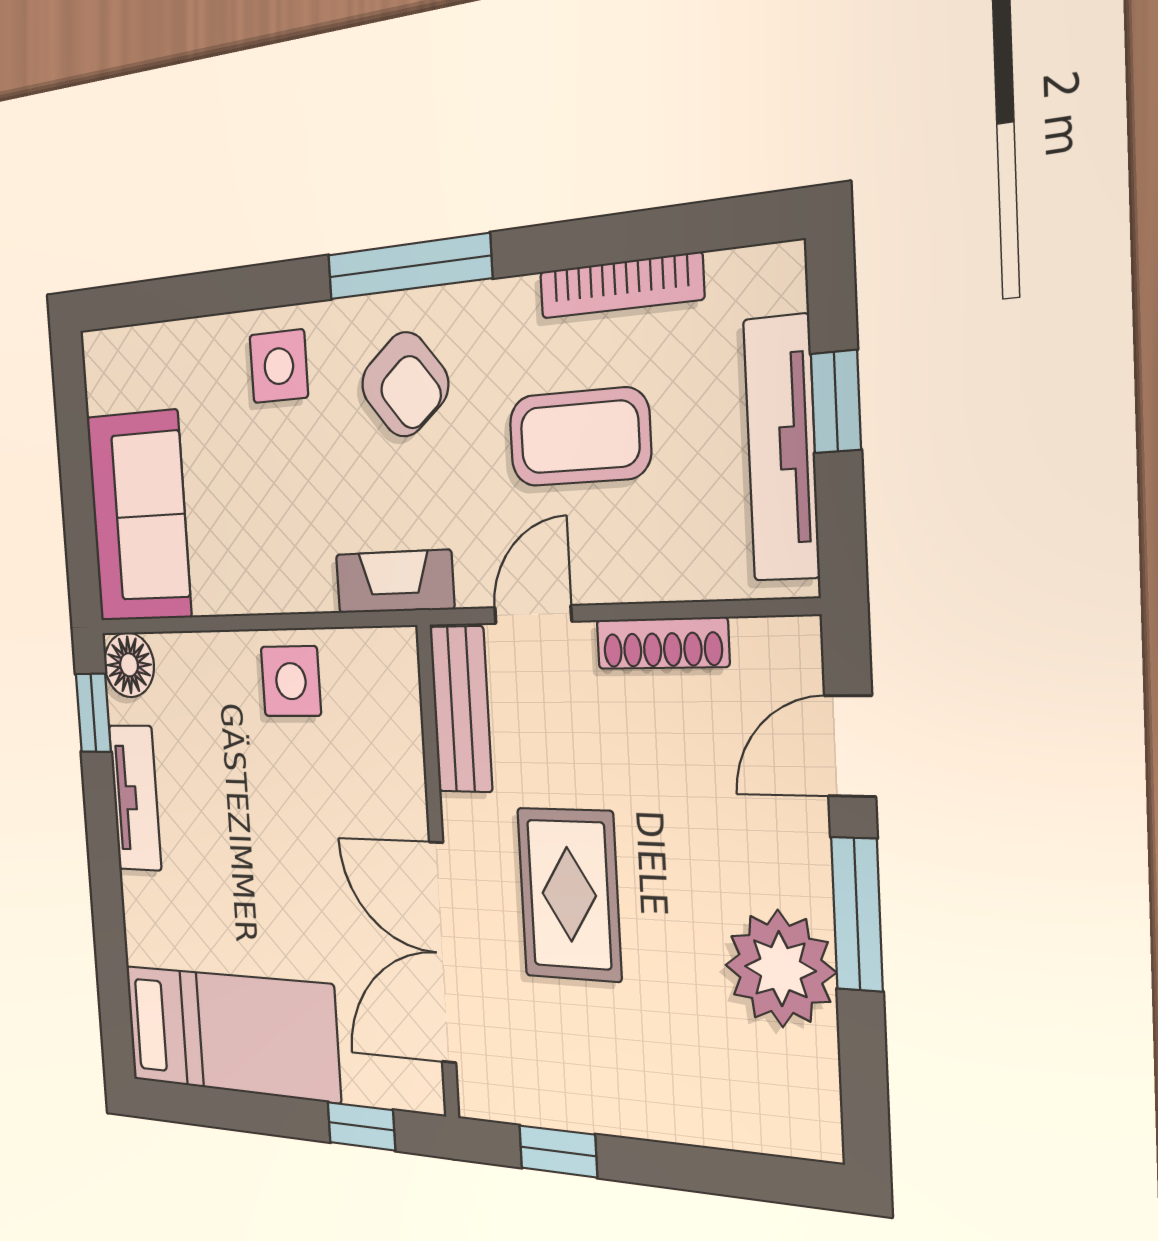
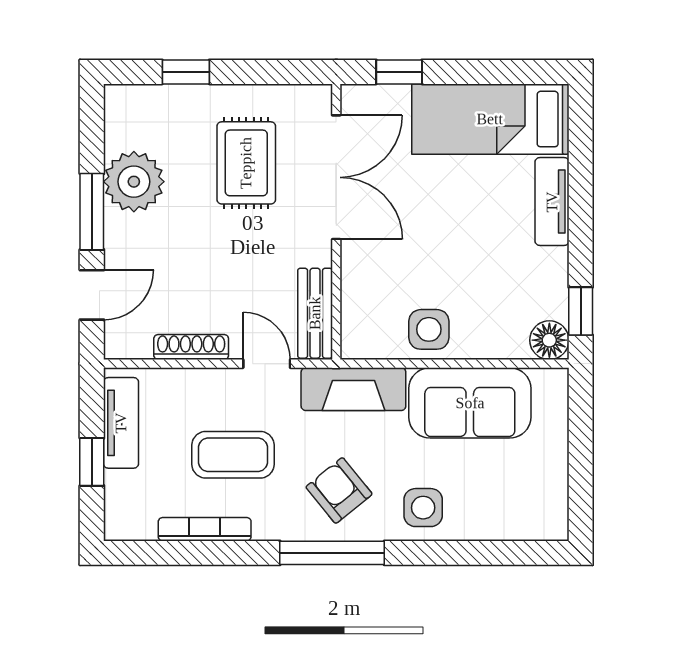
tv unit: (782, 448) -> (121, 423), width x0.71
sofa: (139, 517) -> (470, 403), moved, turned -90
fireplace: (395, 582) -> (353, 389), width x1.37, depth x1.32
door: (533, 614) -> (267, 364), swing flipped
tv unit: (135, 798) -> (552, 202), moved
rug: (569, 894) -> (246, 163), moved
window: (558, 1151) -> (186, 72), moved

